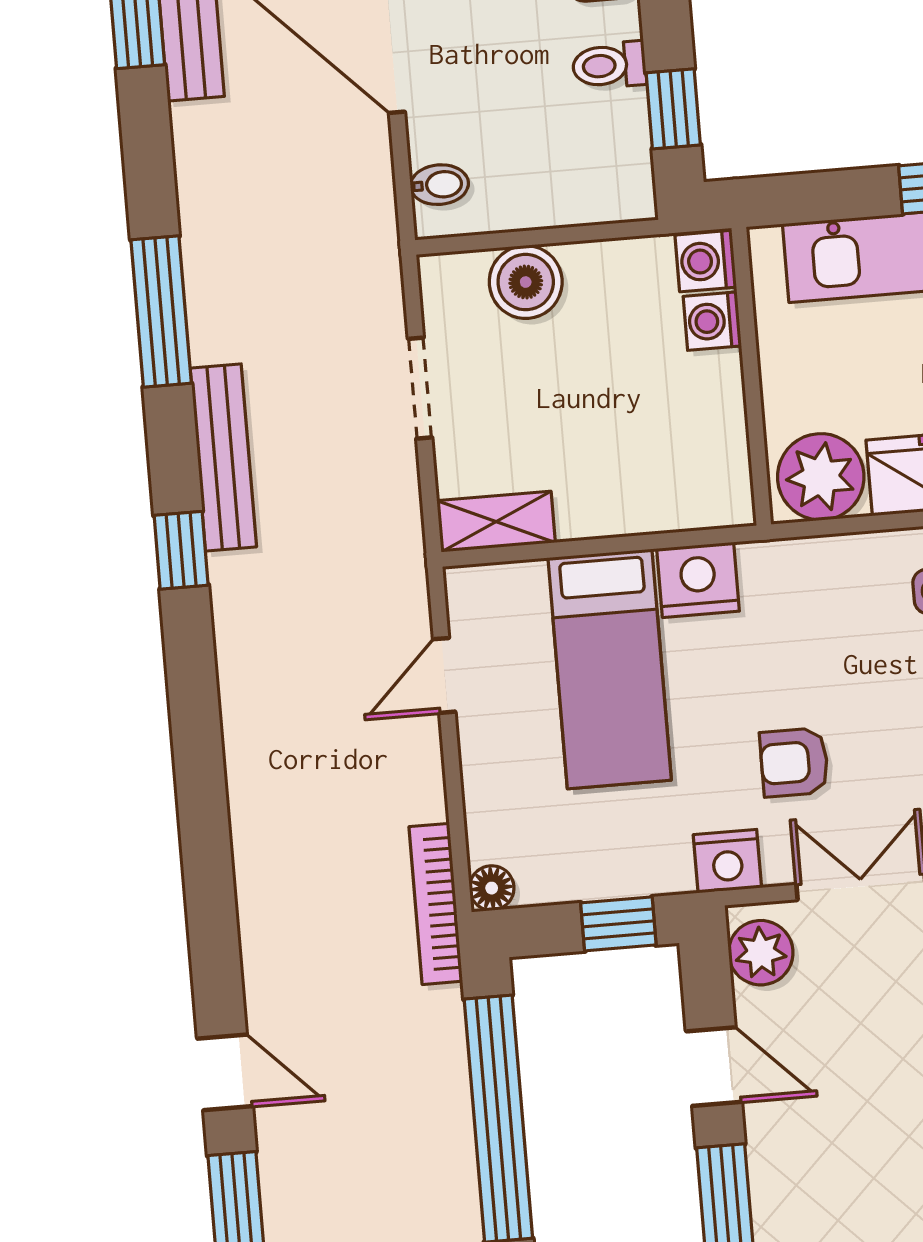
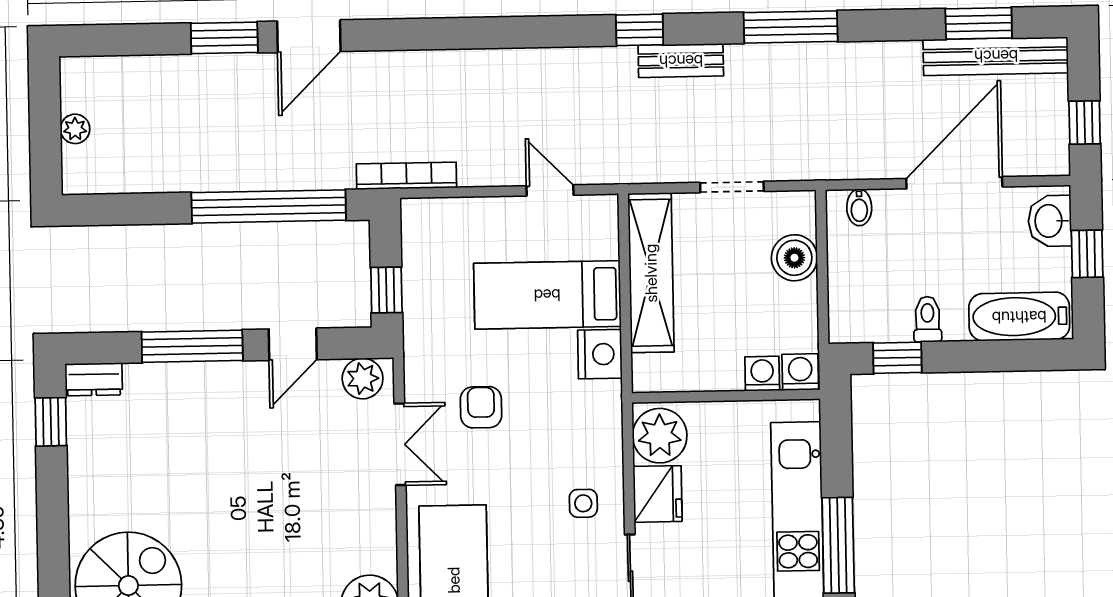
bench: (223, 457) -> (681, 61), width x0.73
shelving: (496, 522) -> (651, 273), width x2.20, depth x1.33
nightstand: (727, 861) -> (422, 361), removed
floor lamp: (492, 888) -> (414, 212), removed
door: (225, 1072) -> (309, 36), width x1.38

